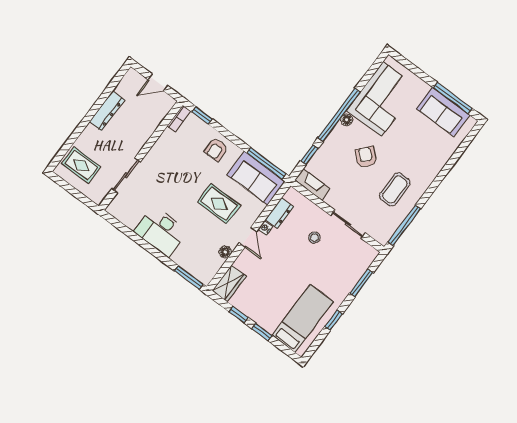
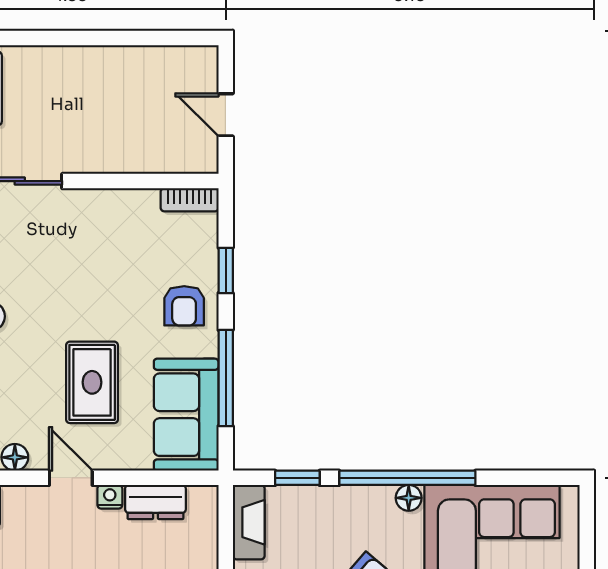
dresser: (107, 111) -> (108, 62), removed
window: (202, 115) -> (226, 270), moved
armchair: (216, 149) -> (184, 306), turned -90
window: (266, 163) -> (226, 378), moved
door: (248, 237) -> (71, 478), swing flipped

